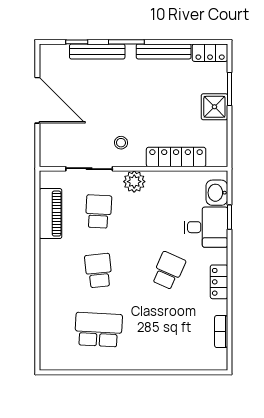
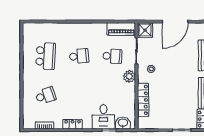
shower: (214, 107) -> (145, 30), moved
piano: (51, 214) -> (121, 29), moved
school desk: (168, 271) -> (46, 96), moved, turned -42

